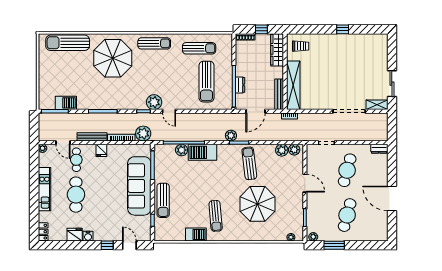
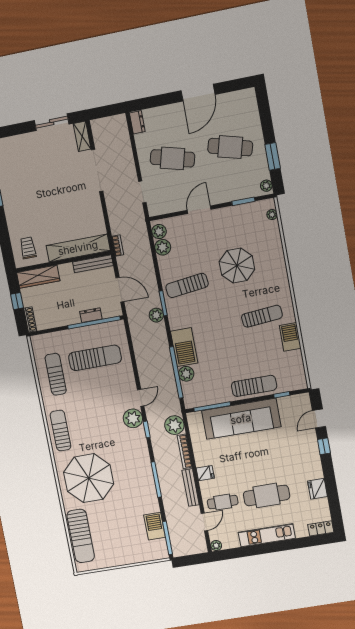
parasol: (257, 204) -> (237, 266), width x0.73, depth x0.73
water cooler: (88, 236) -> (317, 472), removed

